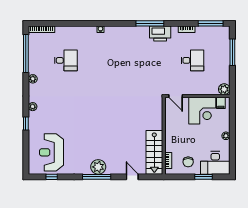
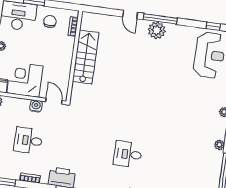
desk: (66, 60) -> (128, 154), moved
water cooler: (190, 90) -> (36, 106), added
stairs: (154, 152) -> (86, 57), moved
door: (132, 177) -> (130, 15), moved

